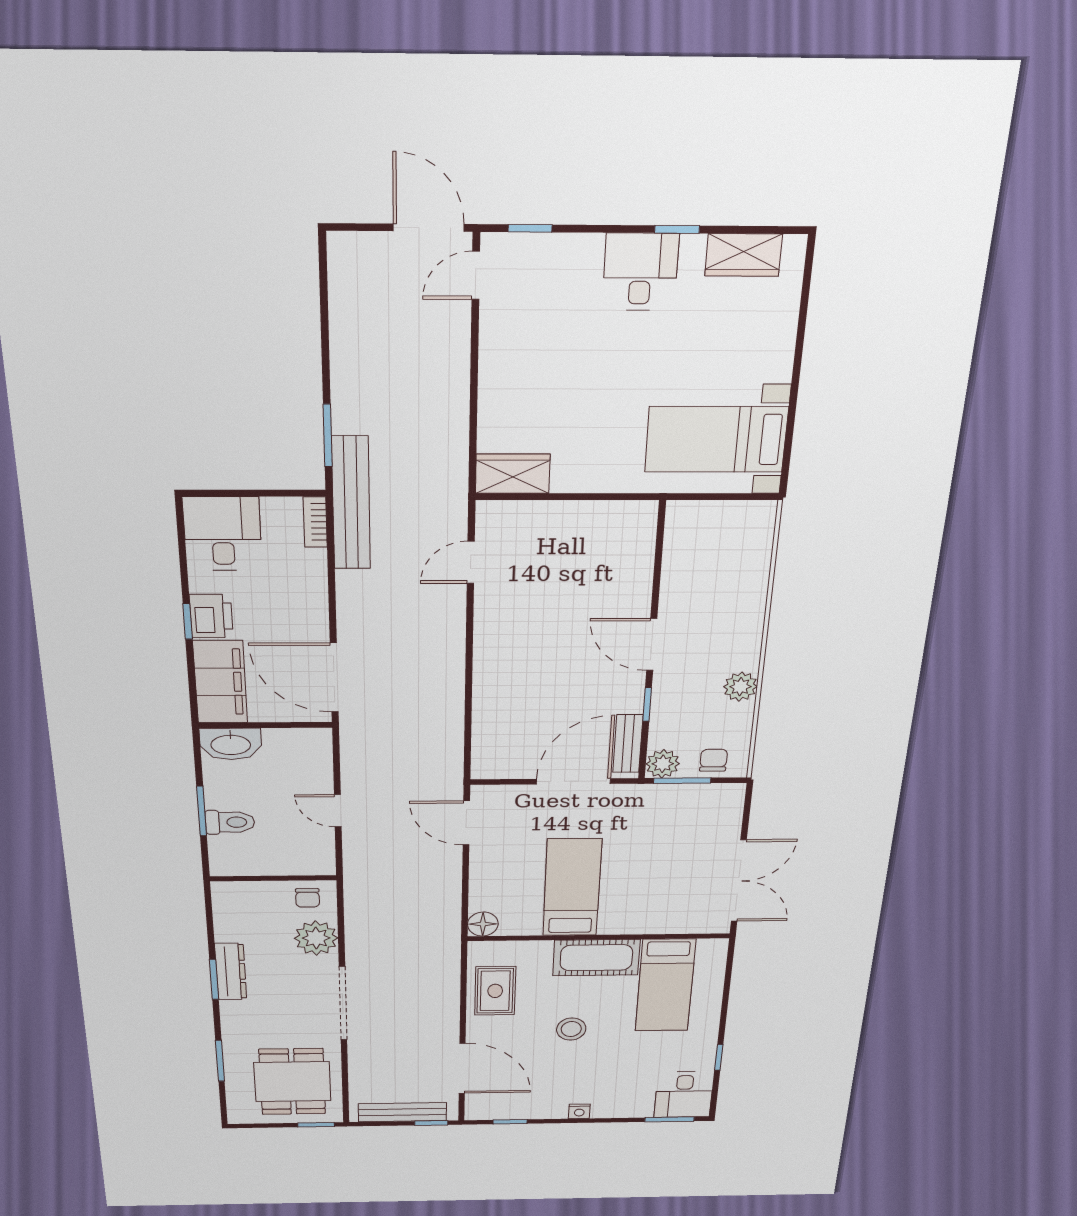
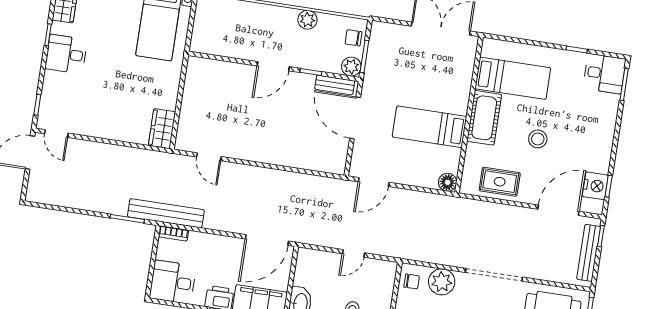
nightstand: (579, 1111) -> (595, 186), moved, width x1.89, depth x1.79

